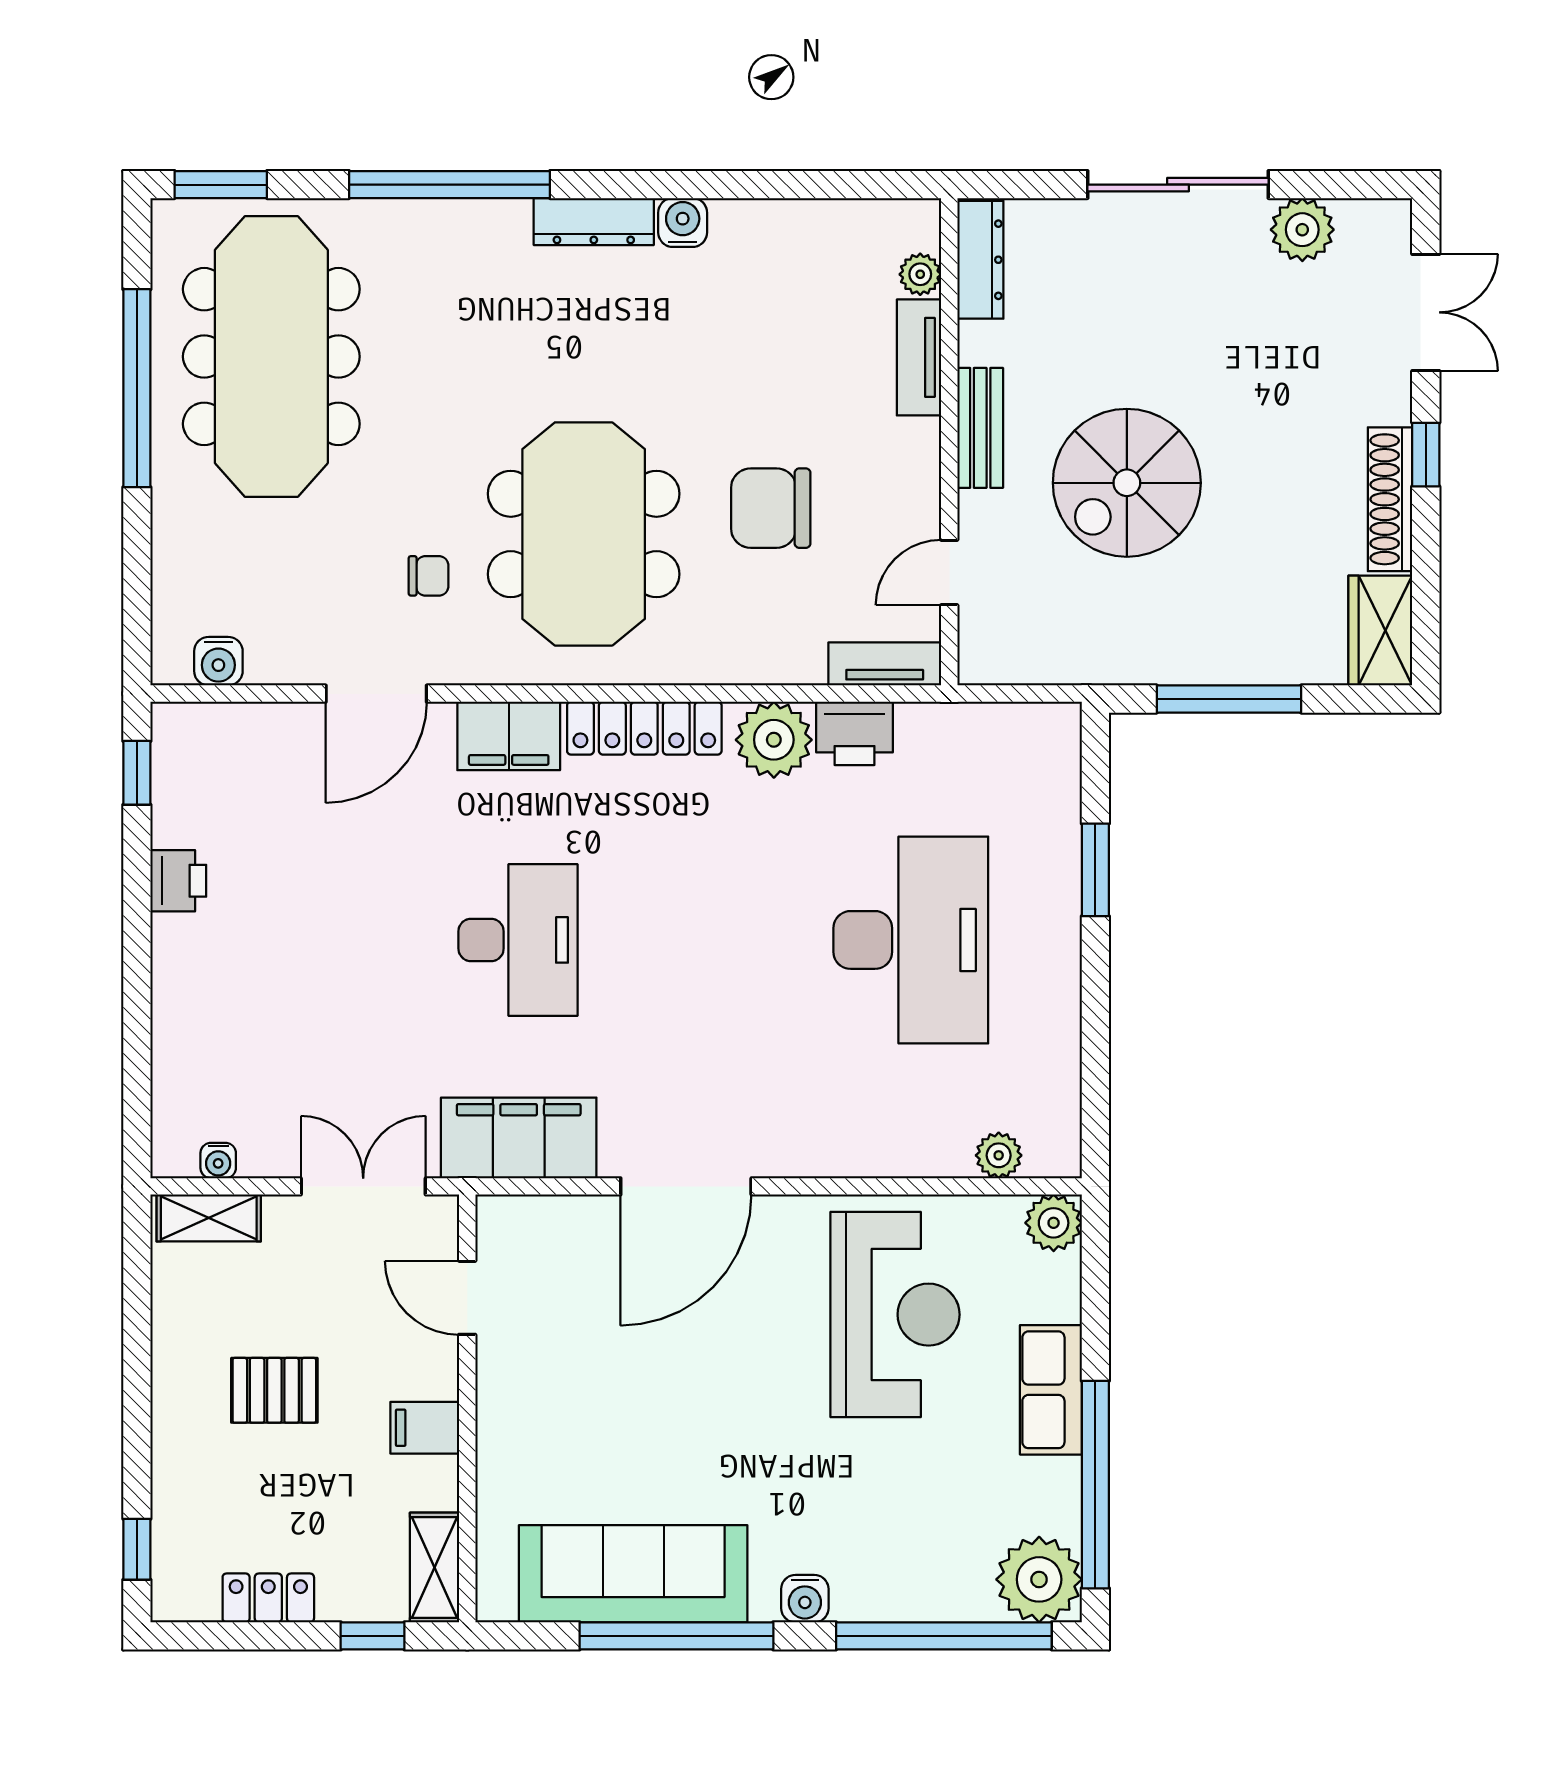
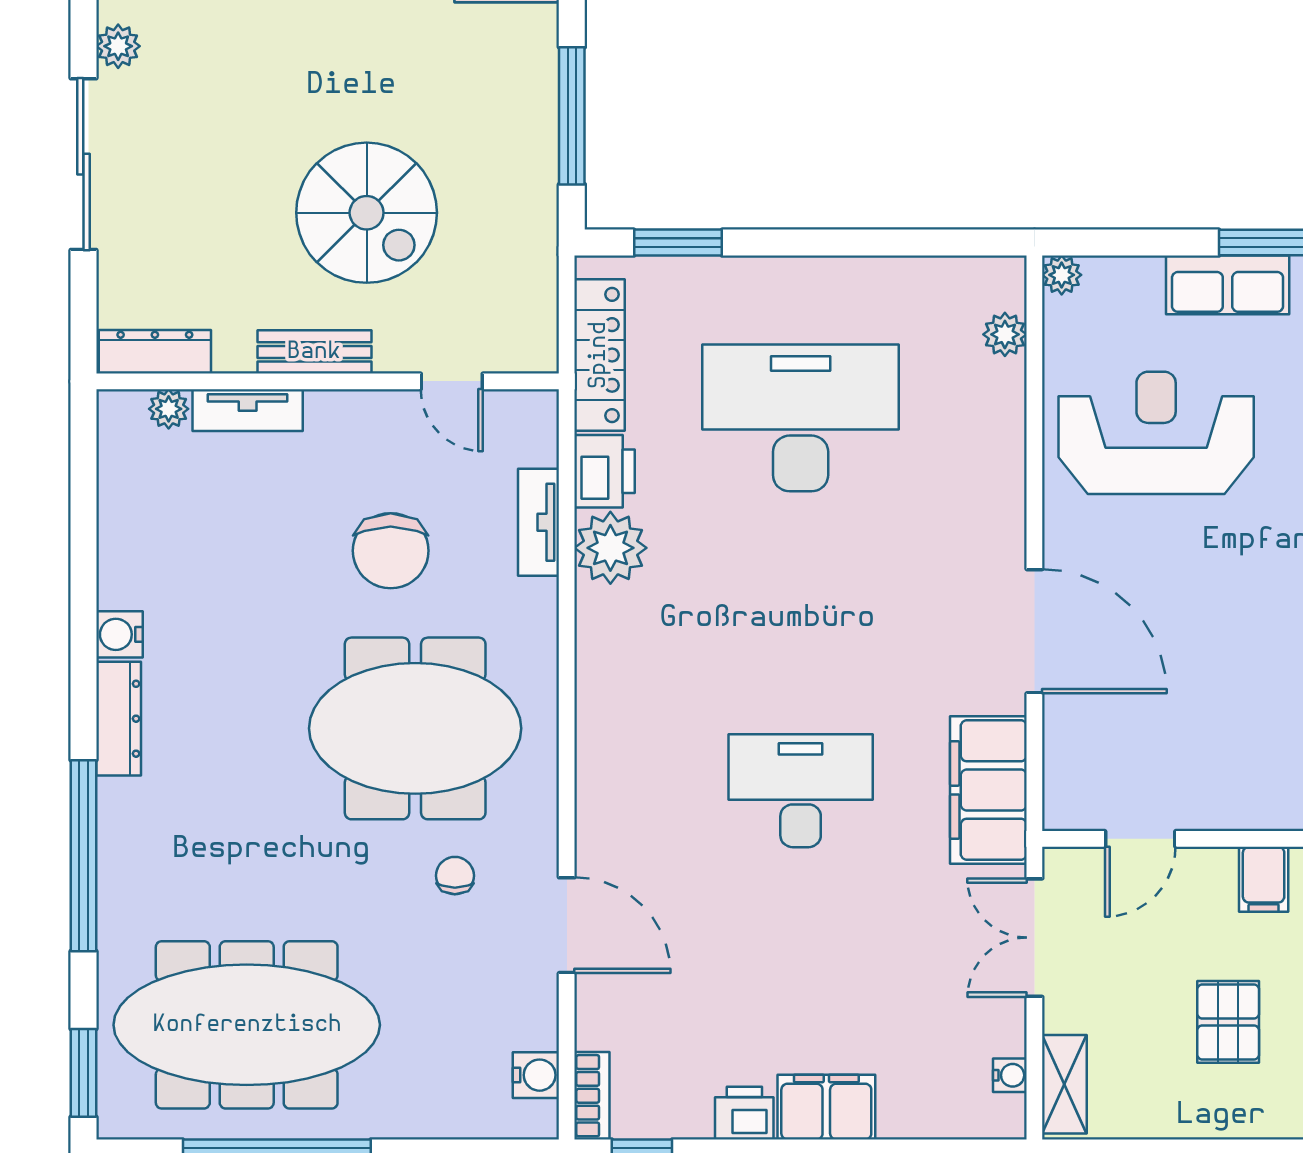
plant: (1302, 230) -> (118, 46), width x0.73, depth x0.73
tv unit: (885, 664) -> (539, 522), moved
bookcase: (197, 720) -> (592, 1096), added
locker: (644, 728) -> (599, 355), moved
filing cabinet: (509, 736) -> (826, 1107), moved, turned -90
window: (1095, 870) -> (678, 243), moved
plant: (1054, 1223) -> (1062, 275), width x0.73, depth x0.73

